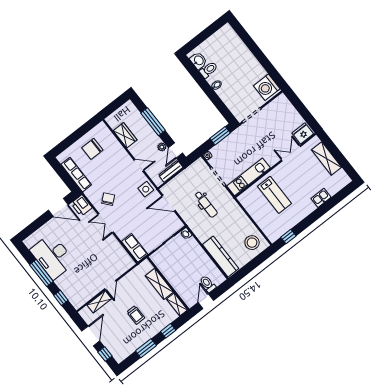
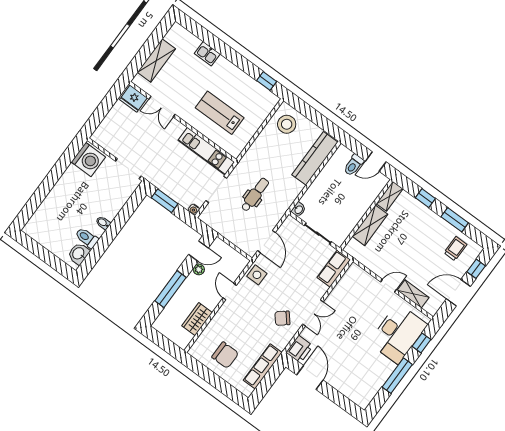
dresser: (171, 171) -> (226, 250), removed
lab bench: (274, 195) -> (220, 113), turned -90
desk: (52, 256) -> (398, 333), moved
trolley: (136, 315) -> (455, 249), moved

